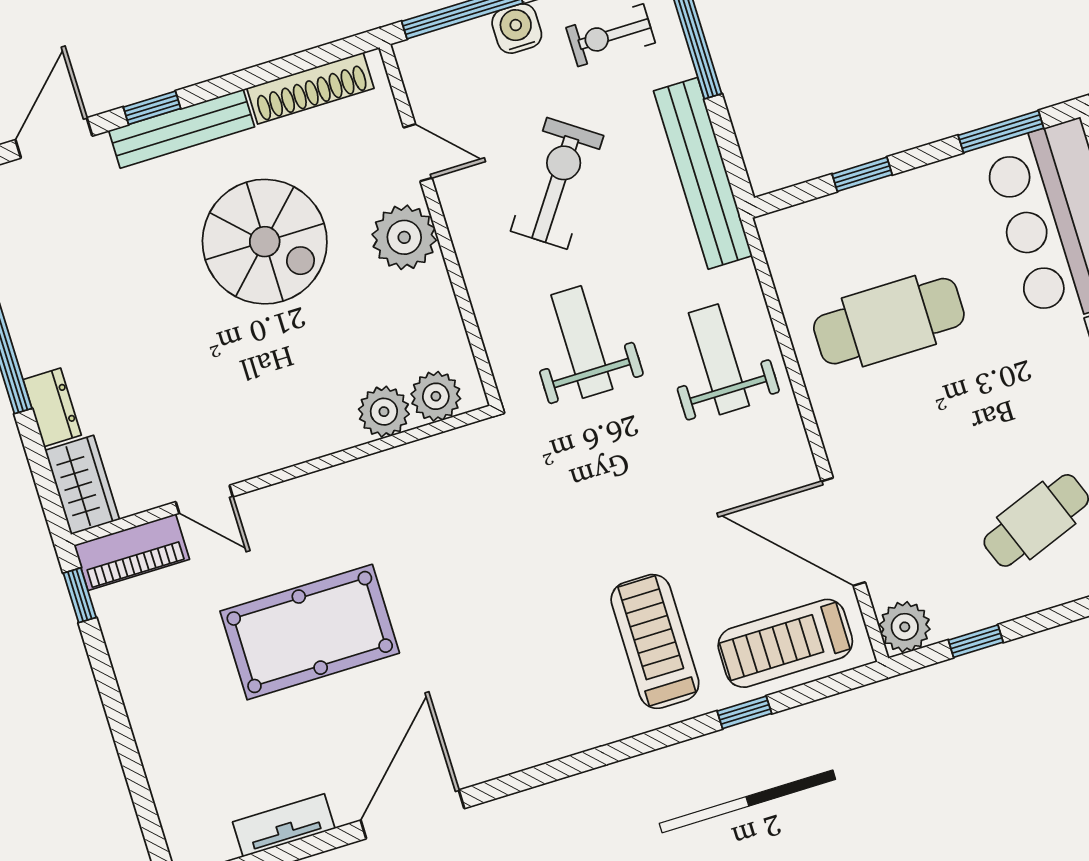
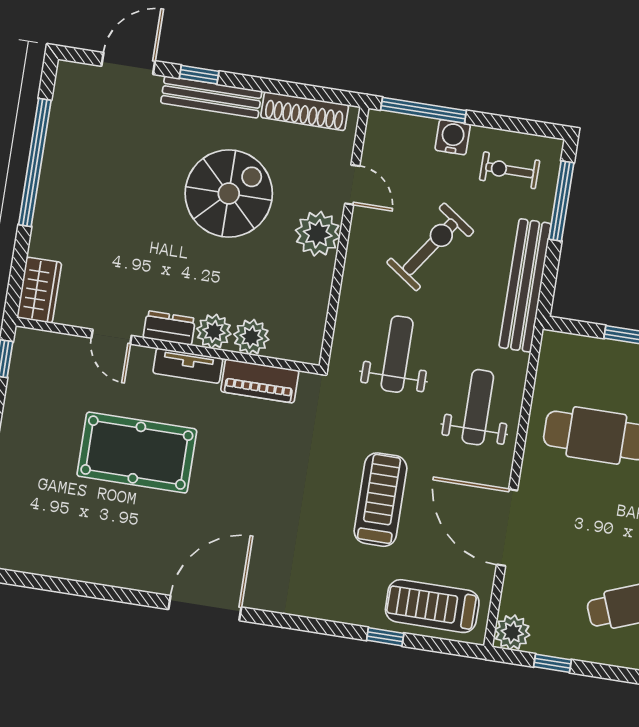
spiral stairs: (265, 242) -> (229, 193), turned -90
plant: (436, 396) -> (214, 331), moved
dresser: (52, 407) -> (169, 328), moved, turned -90
door: (843, 532) -> (507, 528), moved
piano: (132, 552) -> (260, 381), moved
treadmill: (655, 641) -> (380, 500), moved
door: (413, 814) -> (205, 608), moved
tv unit: (284, 825) -> (188, 366), moved, turned 180

